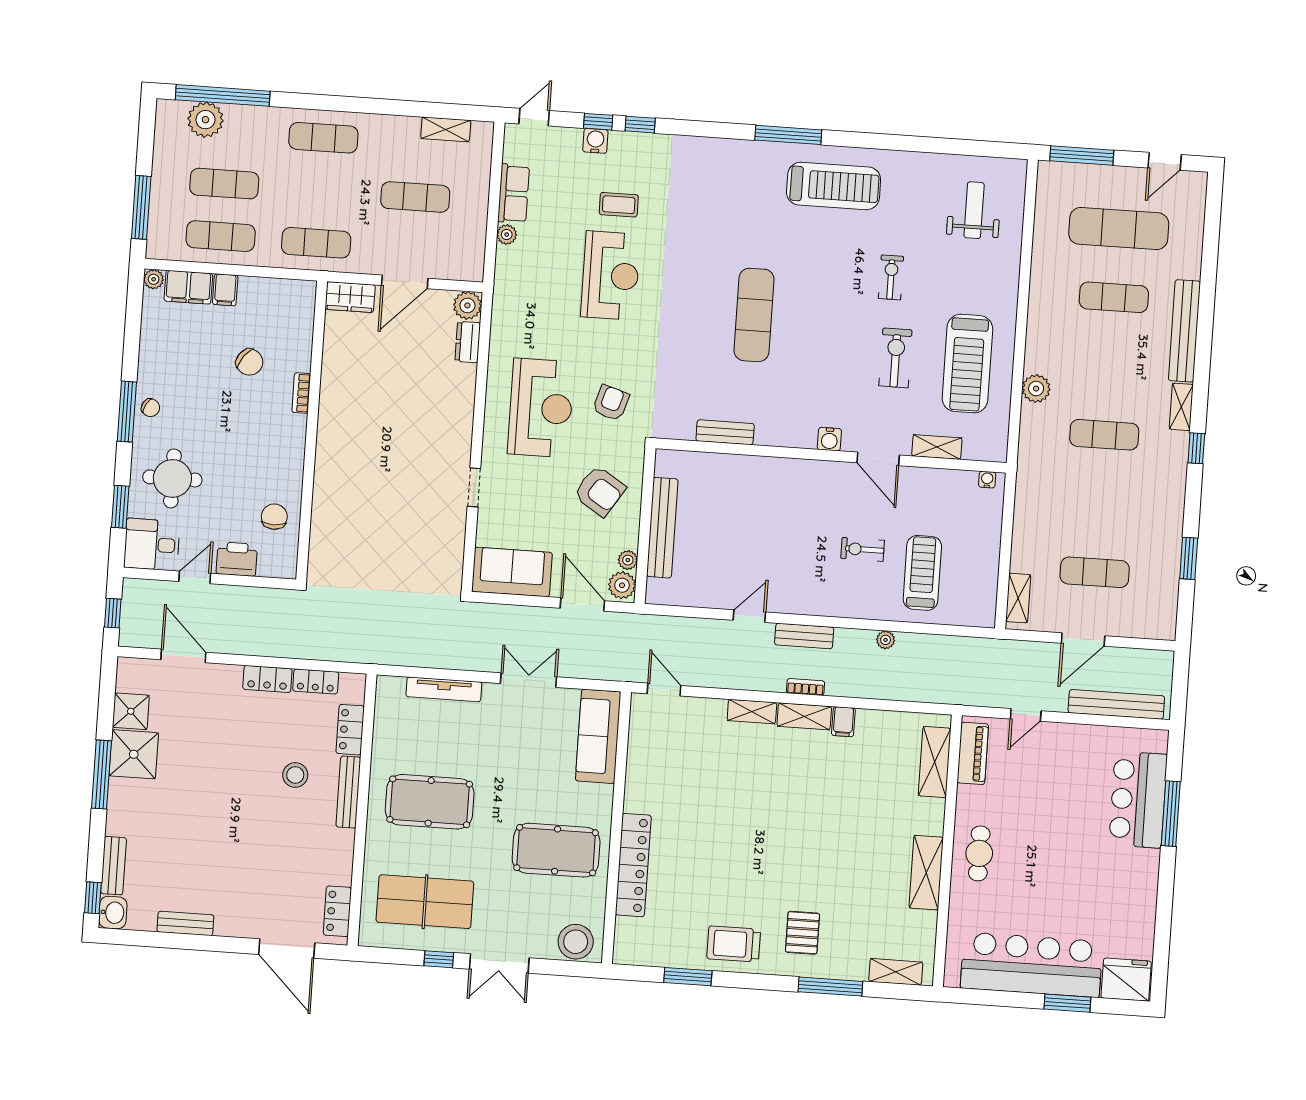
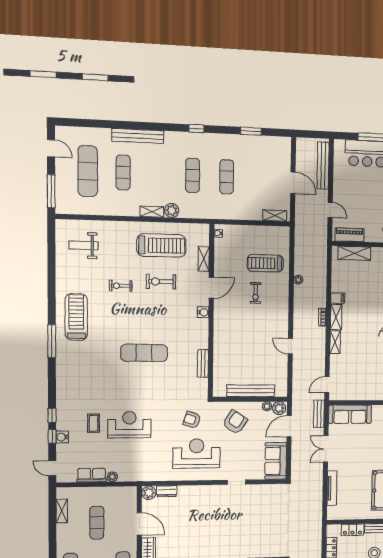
shelving: (1181, 407) -> (152, 212), moved
exercise mat: (1095, 572) -> (227, 177), moved
bench: (804, 636) -> (319, 414), moved

